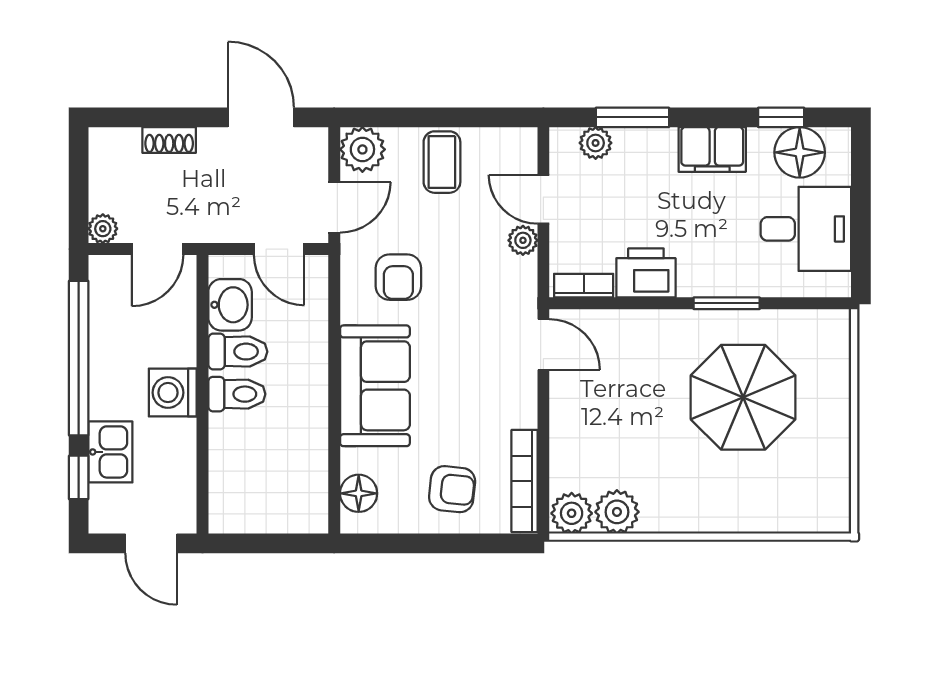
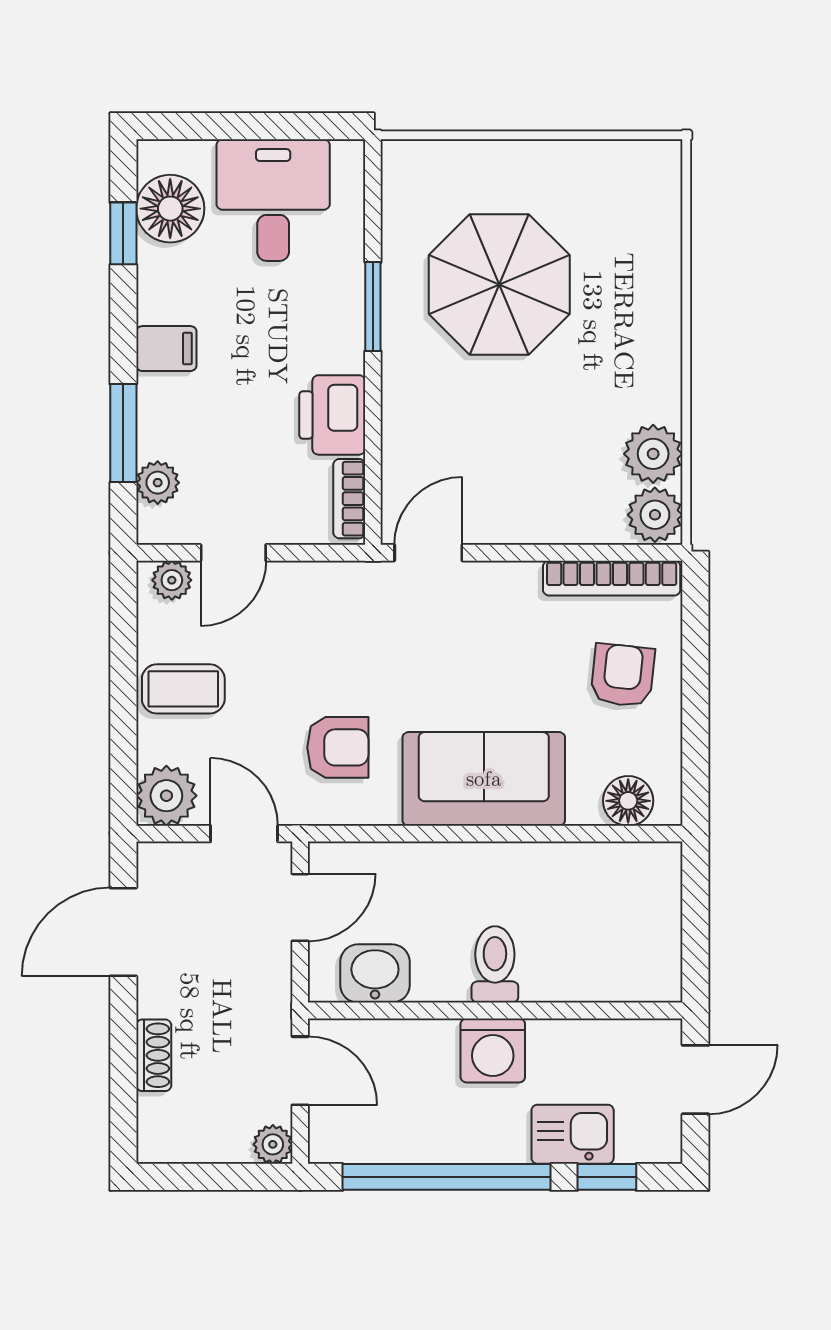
filing cabinet: (712, 149) -> (166, 349), width x0.50
plant: (523, 240) -> (172, 580), moved
toilet: (238, 352) -> (438, 963), removed

